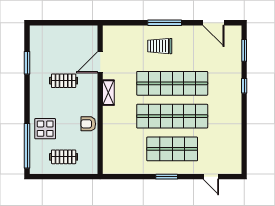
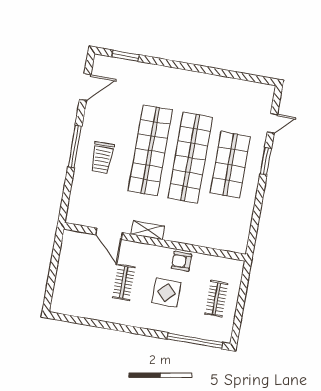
window: (27, 63) -> (94, 323), removed
window: (244, 86) -> (169, 63), removed
armchair: (88, 124) -> (182, 261), turned 90
display table: (45, 129) -> (166, 293), moved
window: (167, 177) -> (266, 161), moved

